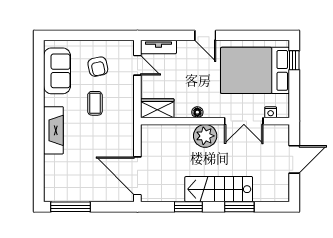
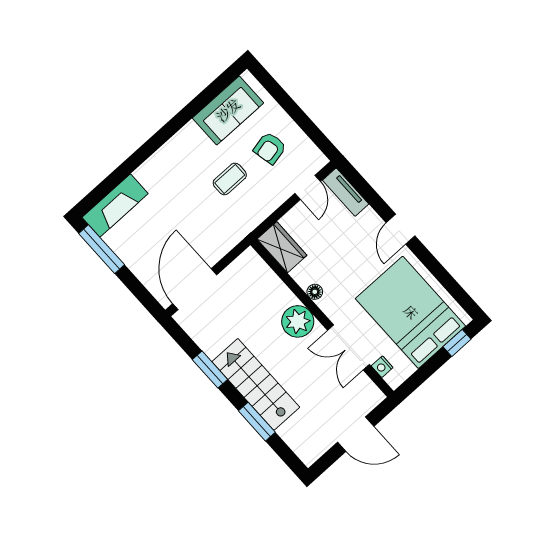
fireplace: (53, 130) -> (115, 205), moved

